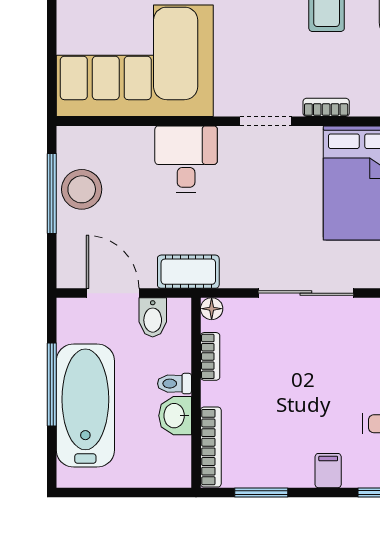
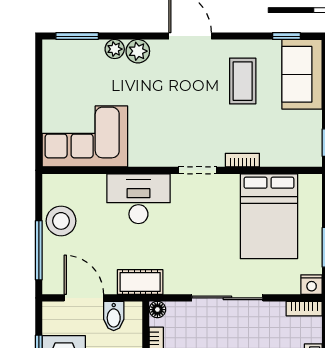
corner sofa: (135, 61) -> (85, 136), width x0.73, depth x0.74
desk: (186, 159) -> (138, 199), width x1.37
window: (52, 194) -> (39, 250), moved

